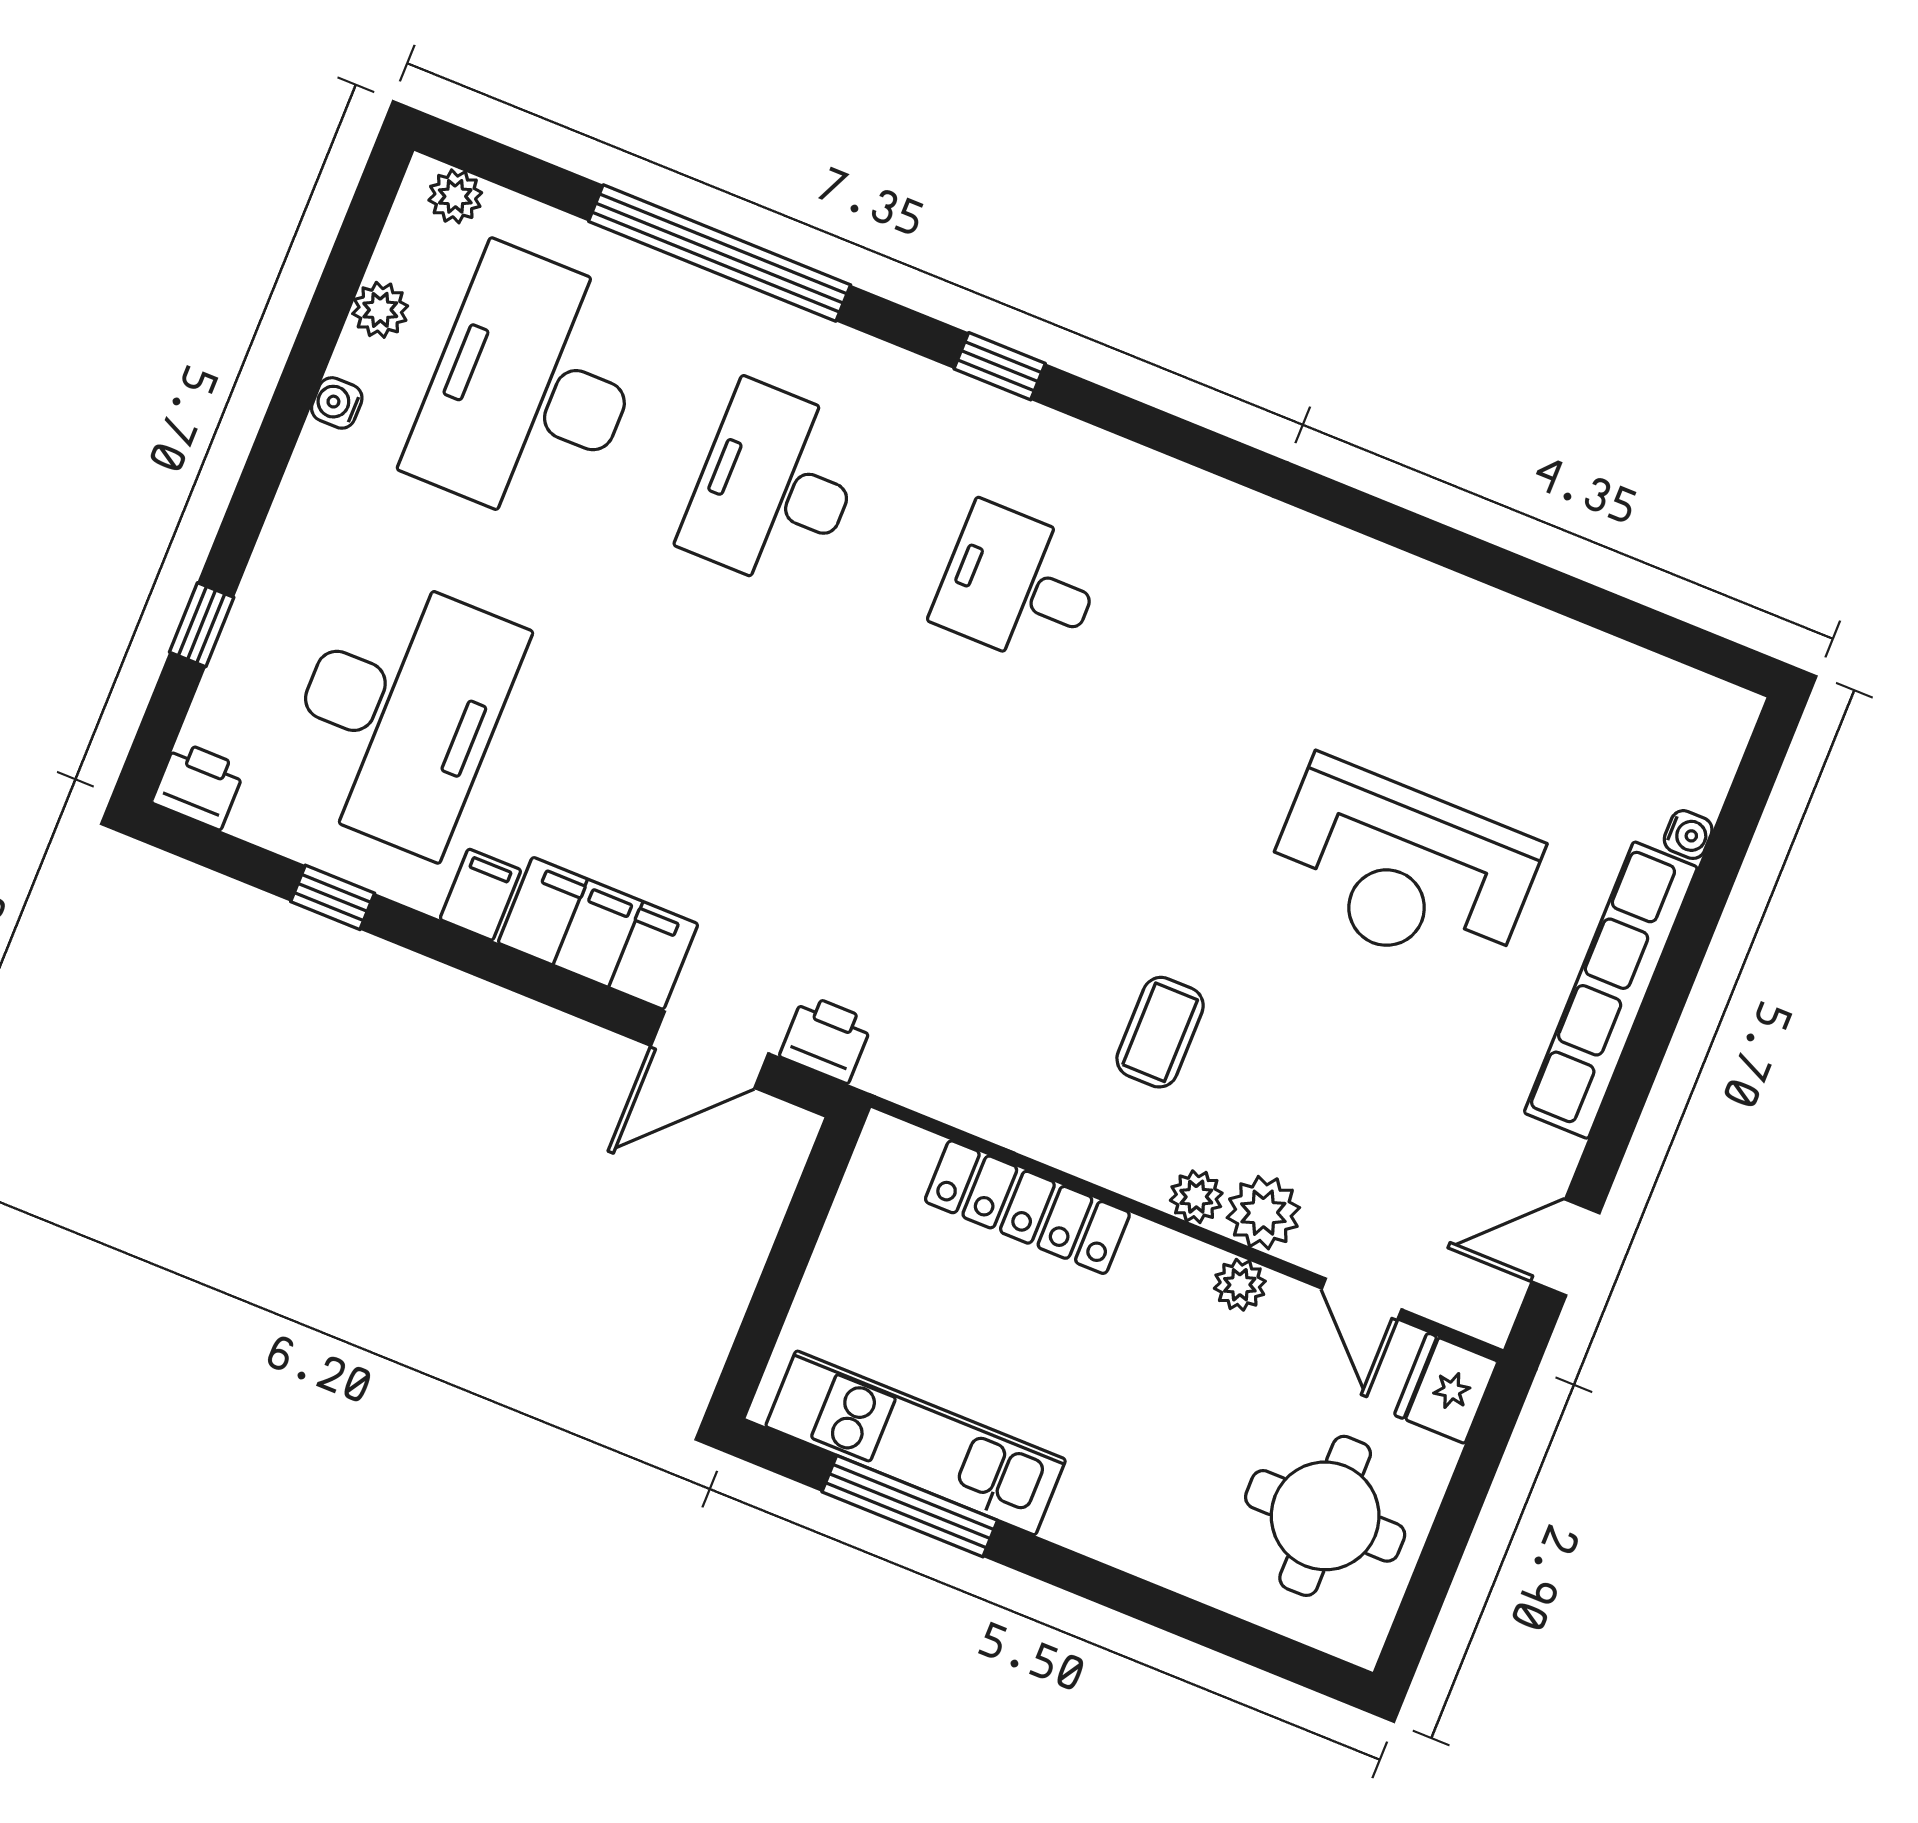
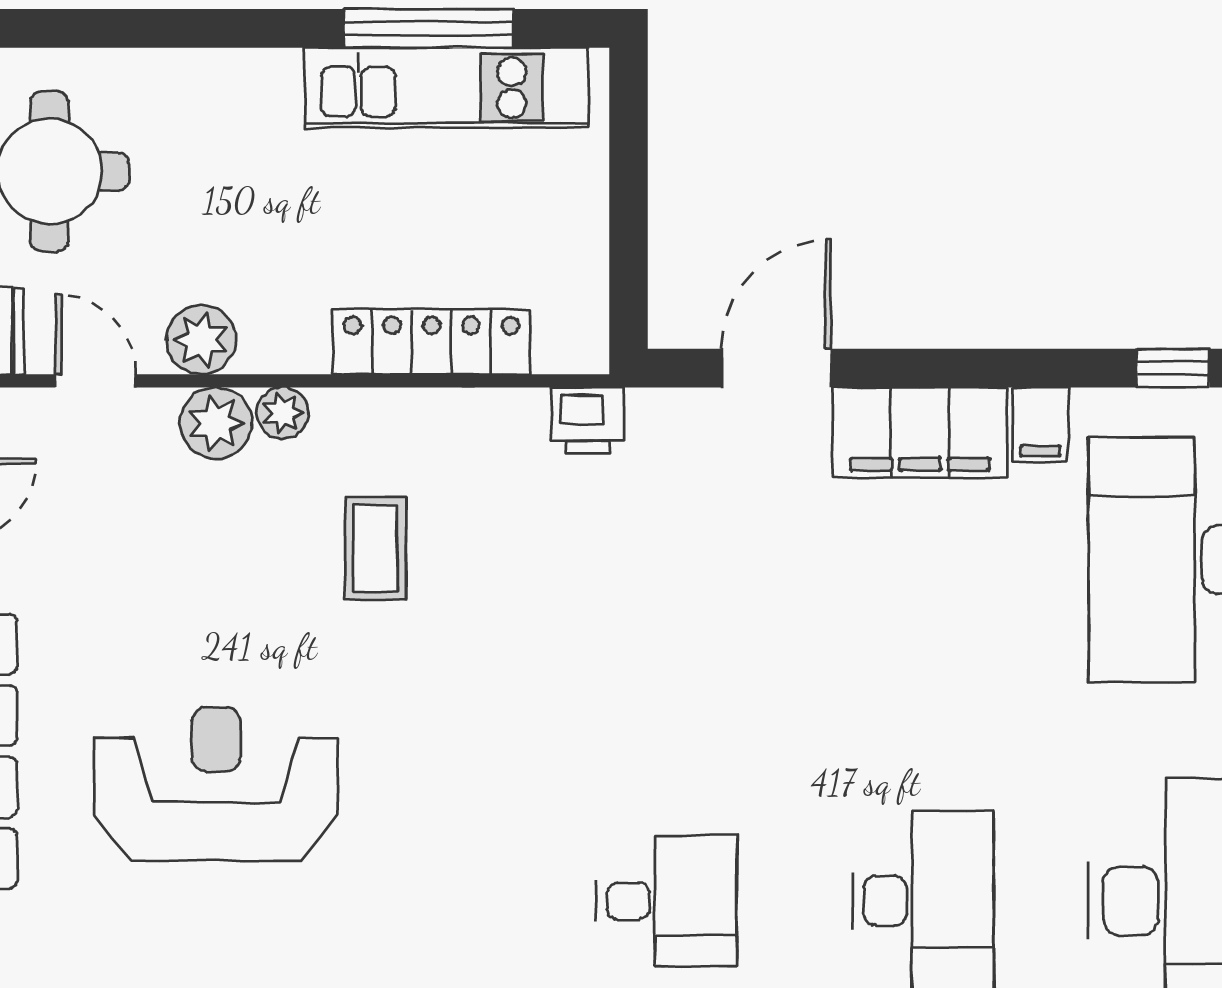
printer: (826, 1039) -> (588, 421), moved
plant: (1240, 1285) -> (201, 340), width x1.38, depth x1.38

